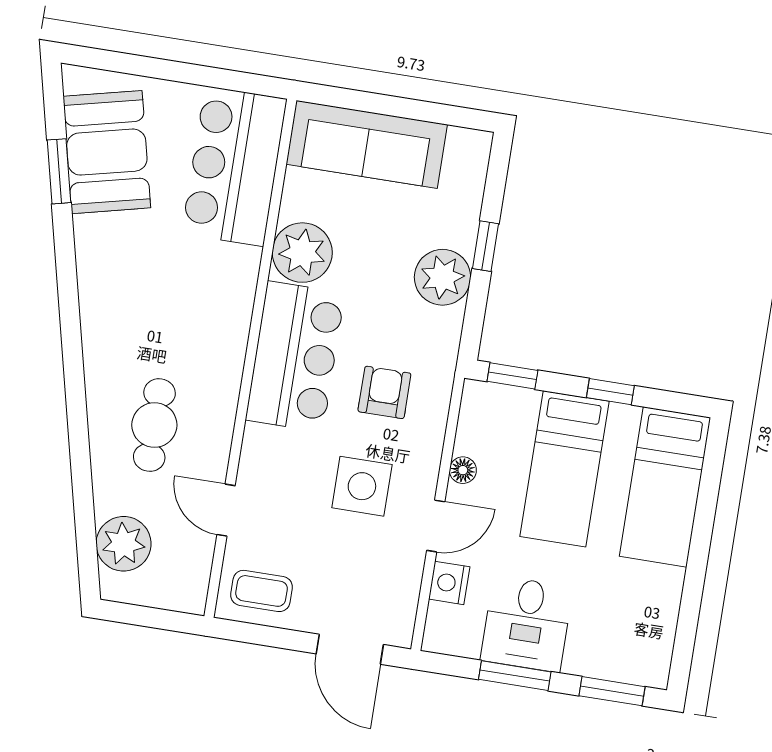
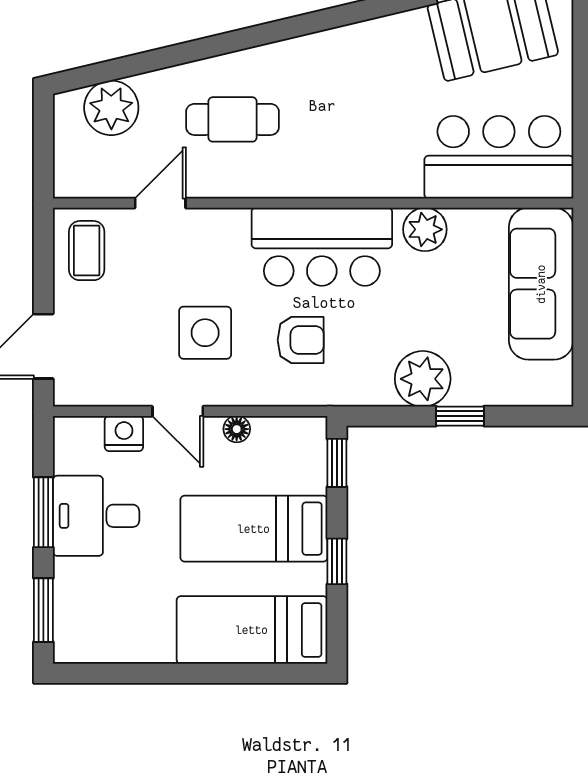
plant: (302, 253) -> (425, 229), width x0.73, depth x0.73

